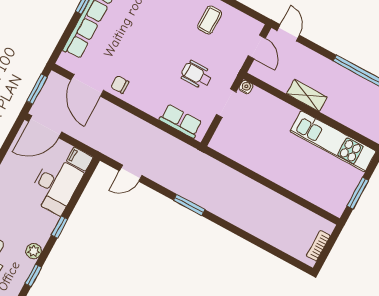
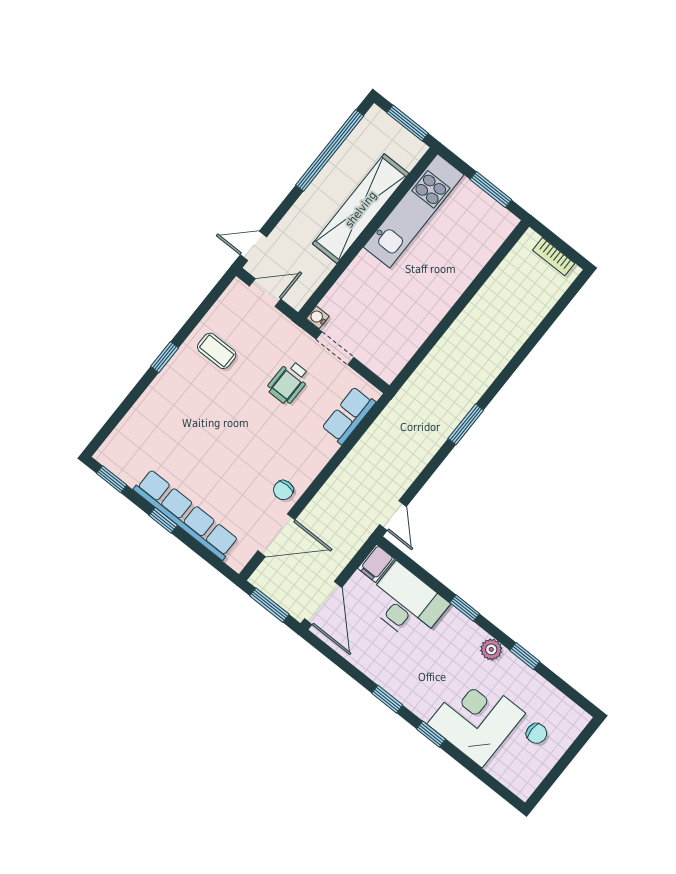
shelving: (307, 95) -> (361, 209), width x2.20, depth x1.33
door: (131, 173) -> (393, 515), moved

